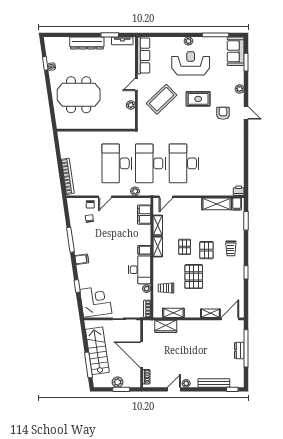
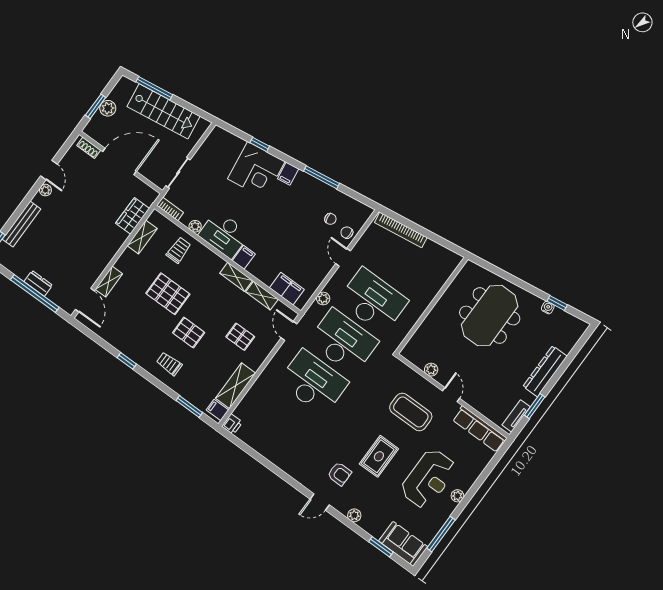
coffee table: (162, 99) -> (411, 412), turned -46
pallet: (185, 247) -> (240, 337), moved
corner desk: (96, 301) -> (256, 170), moved

